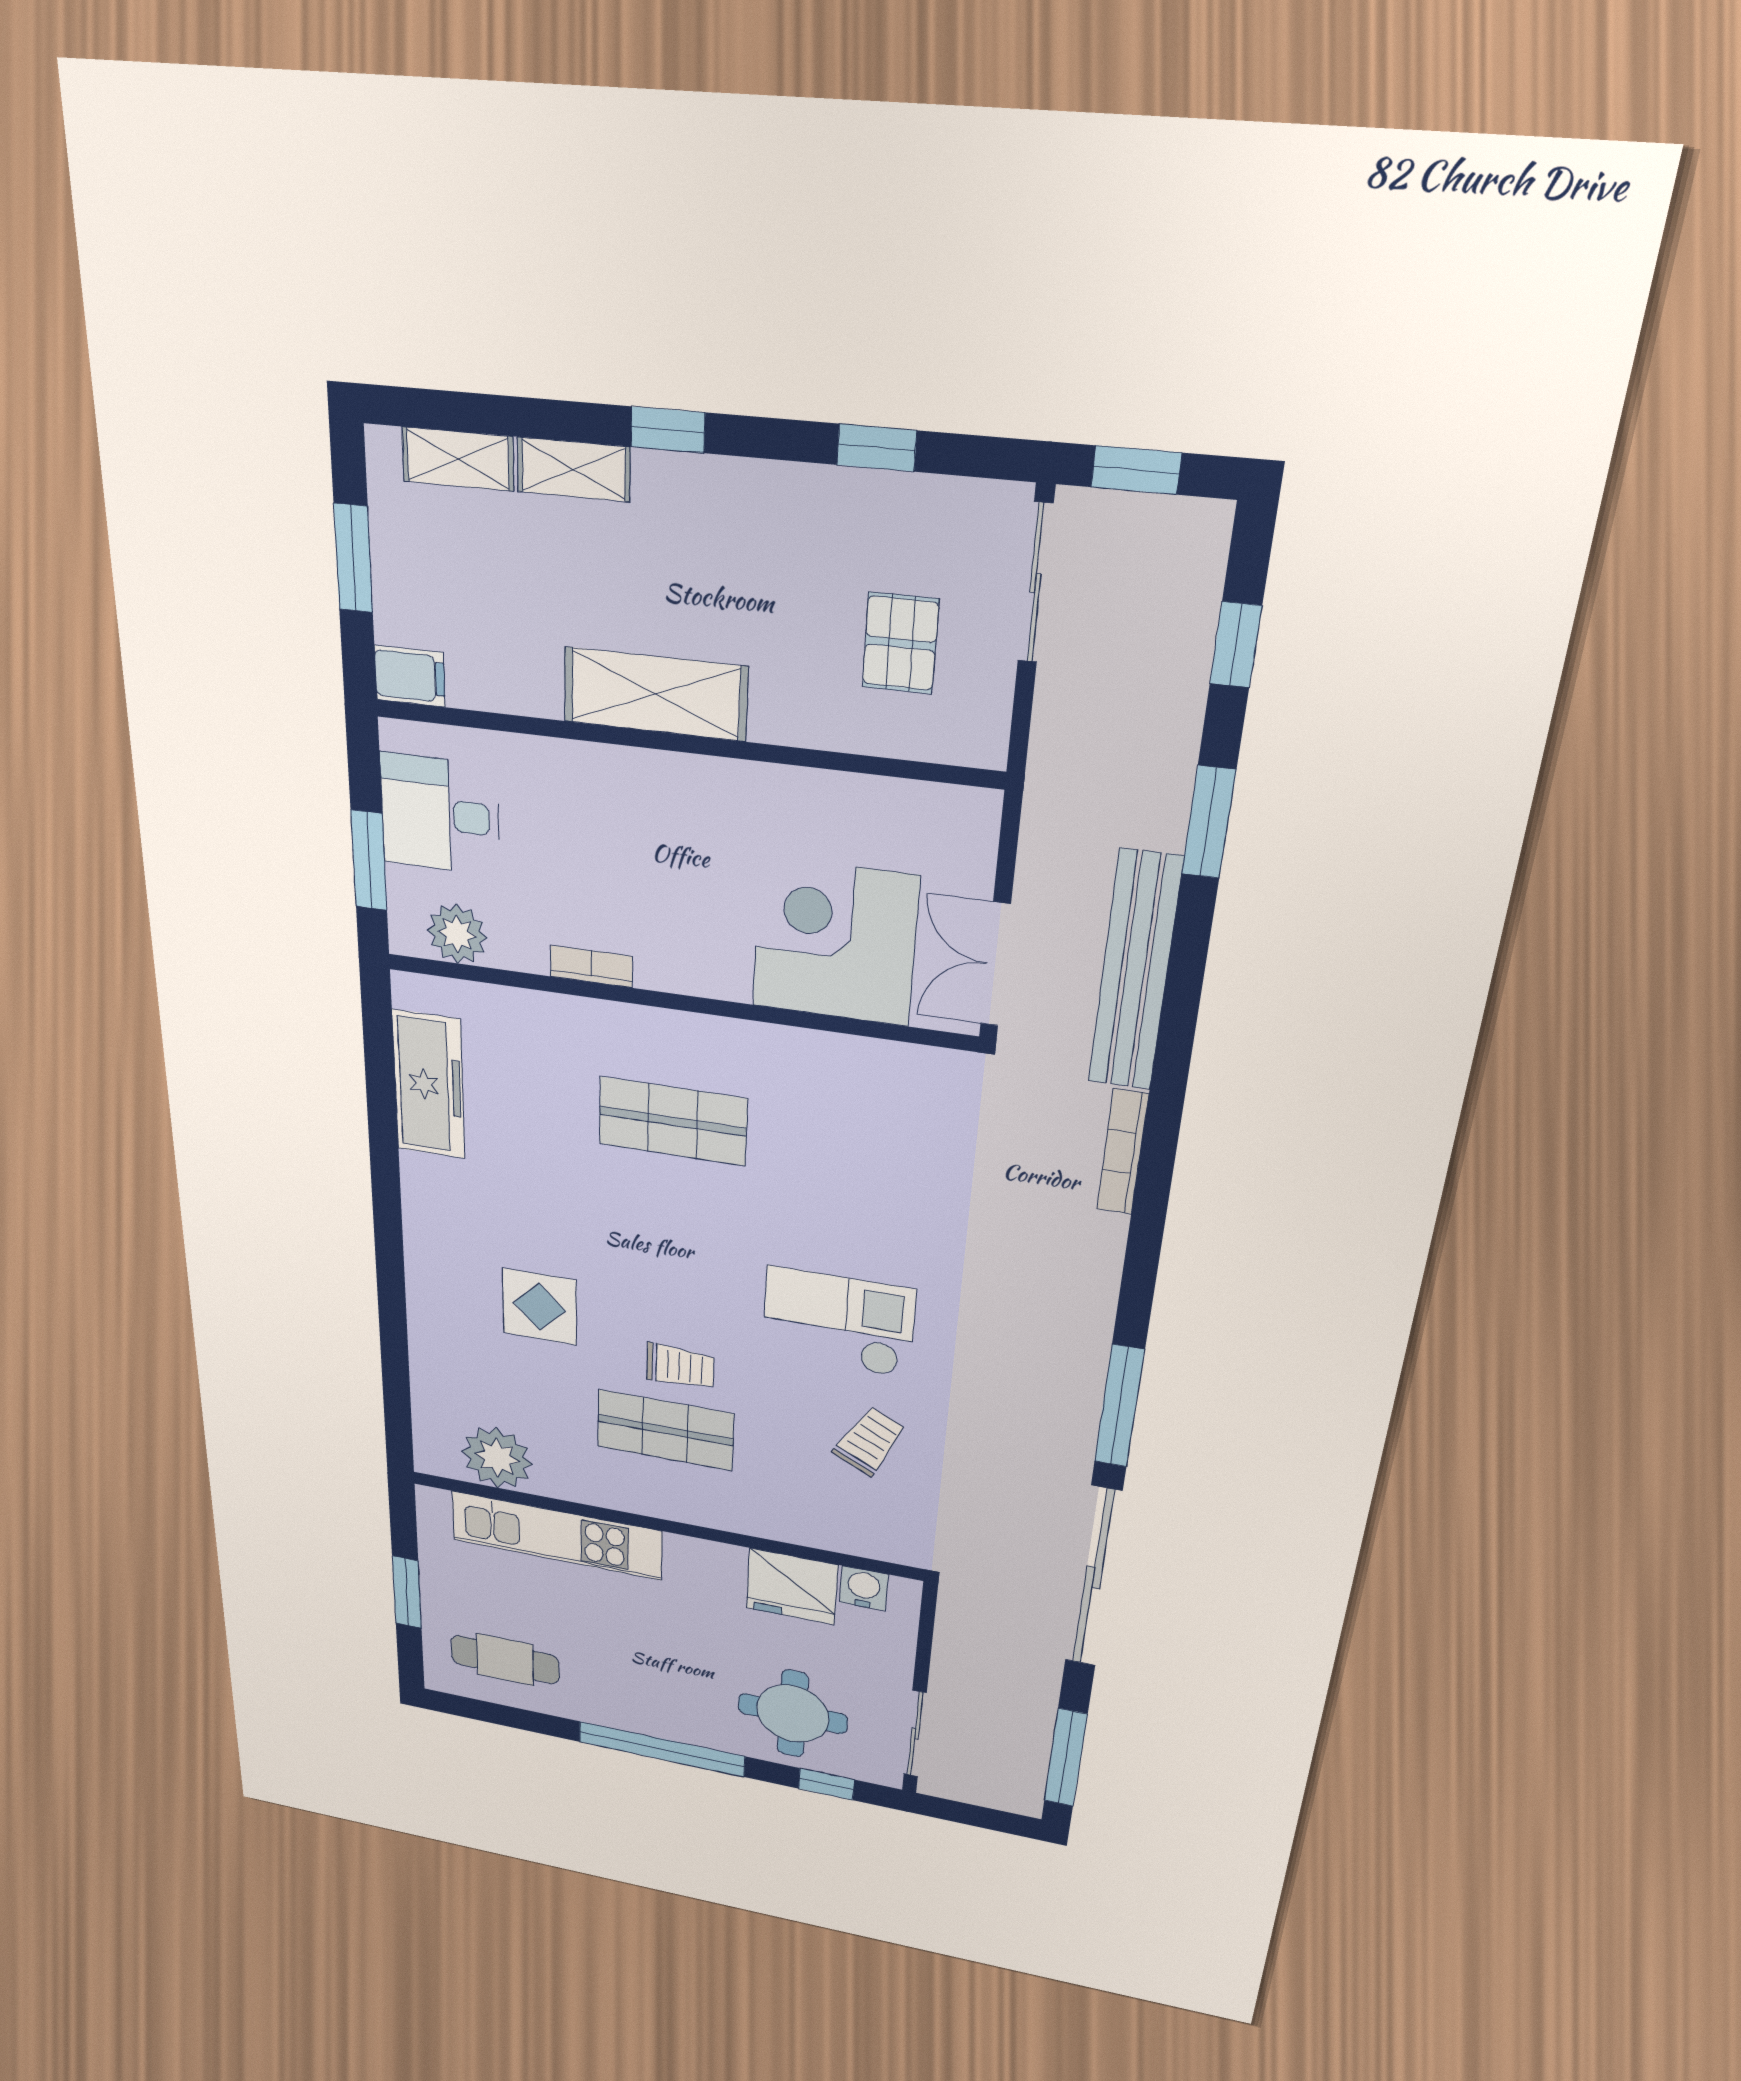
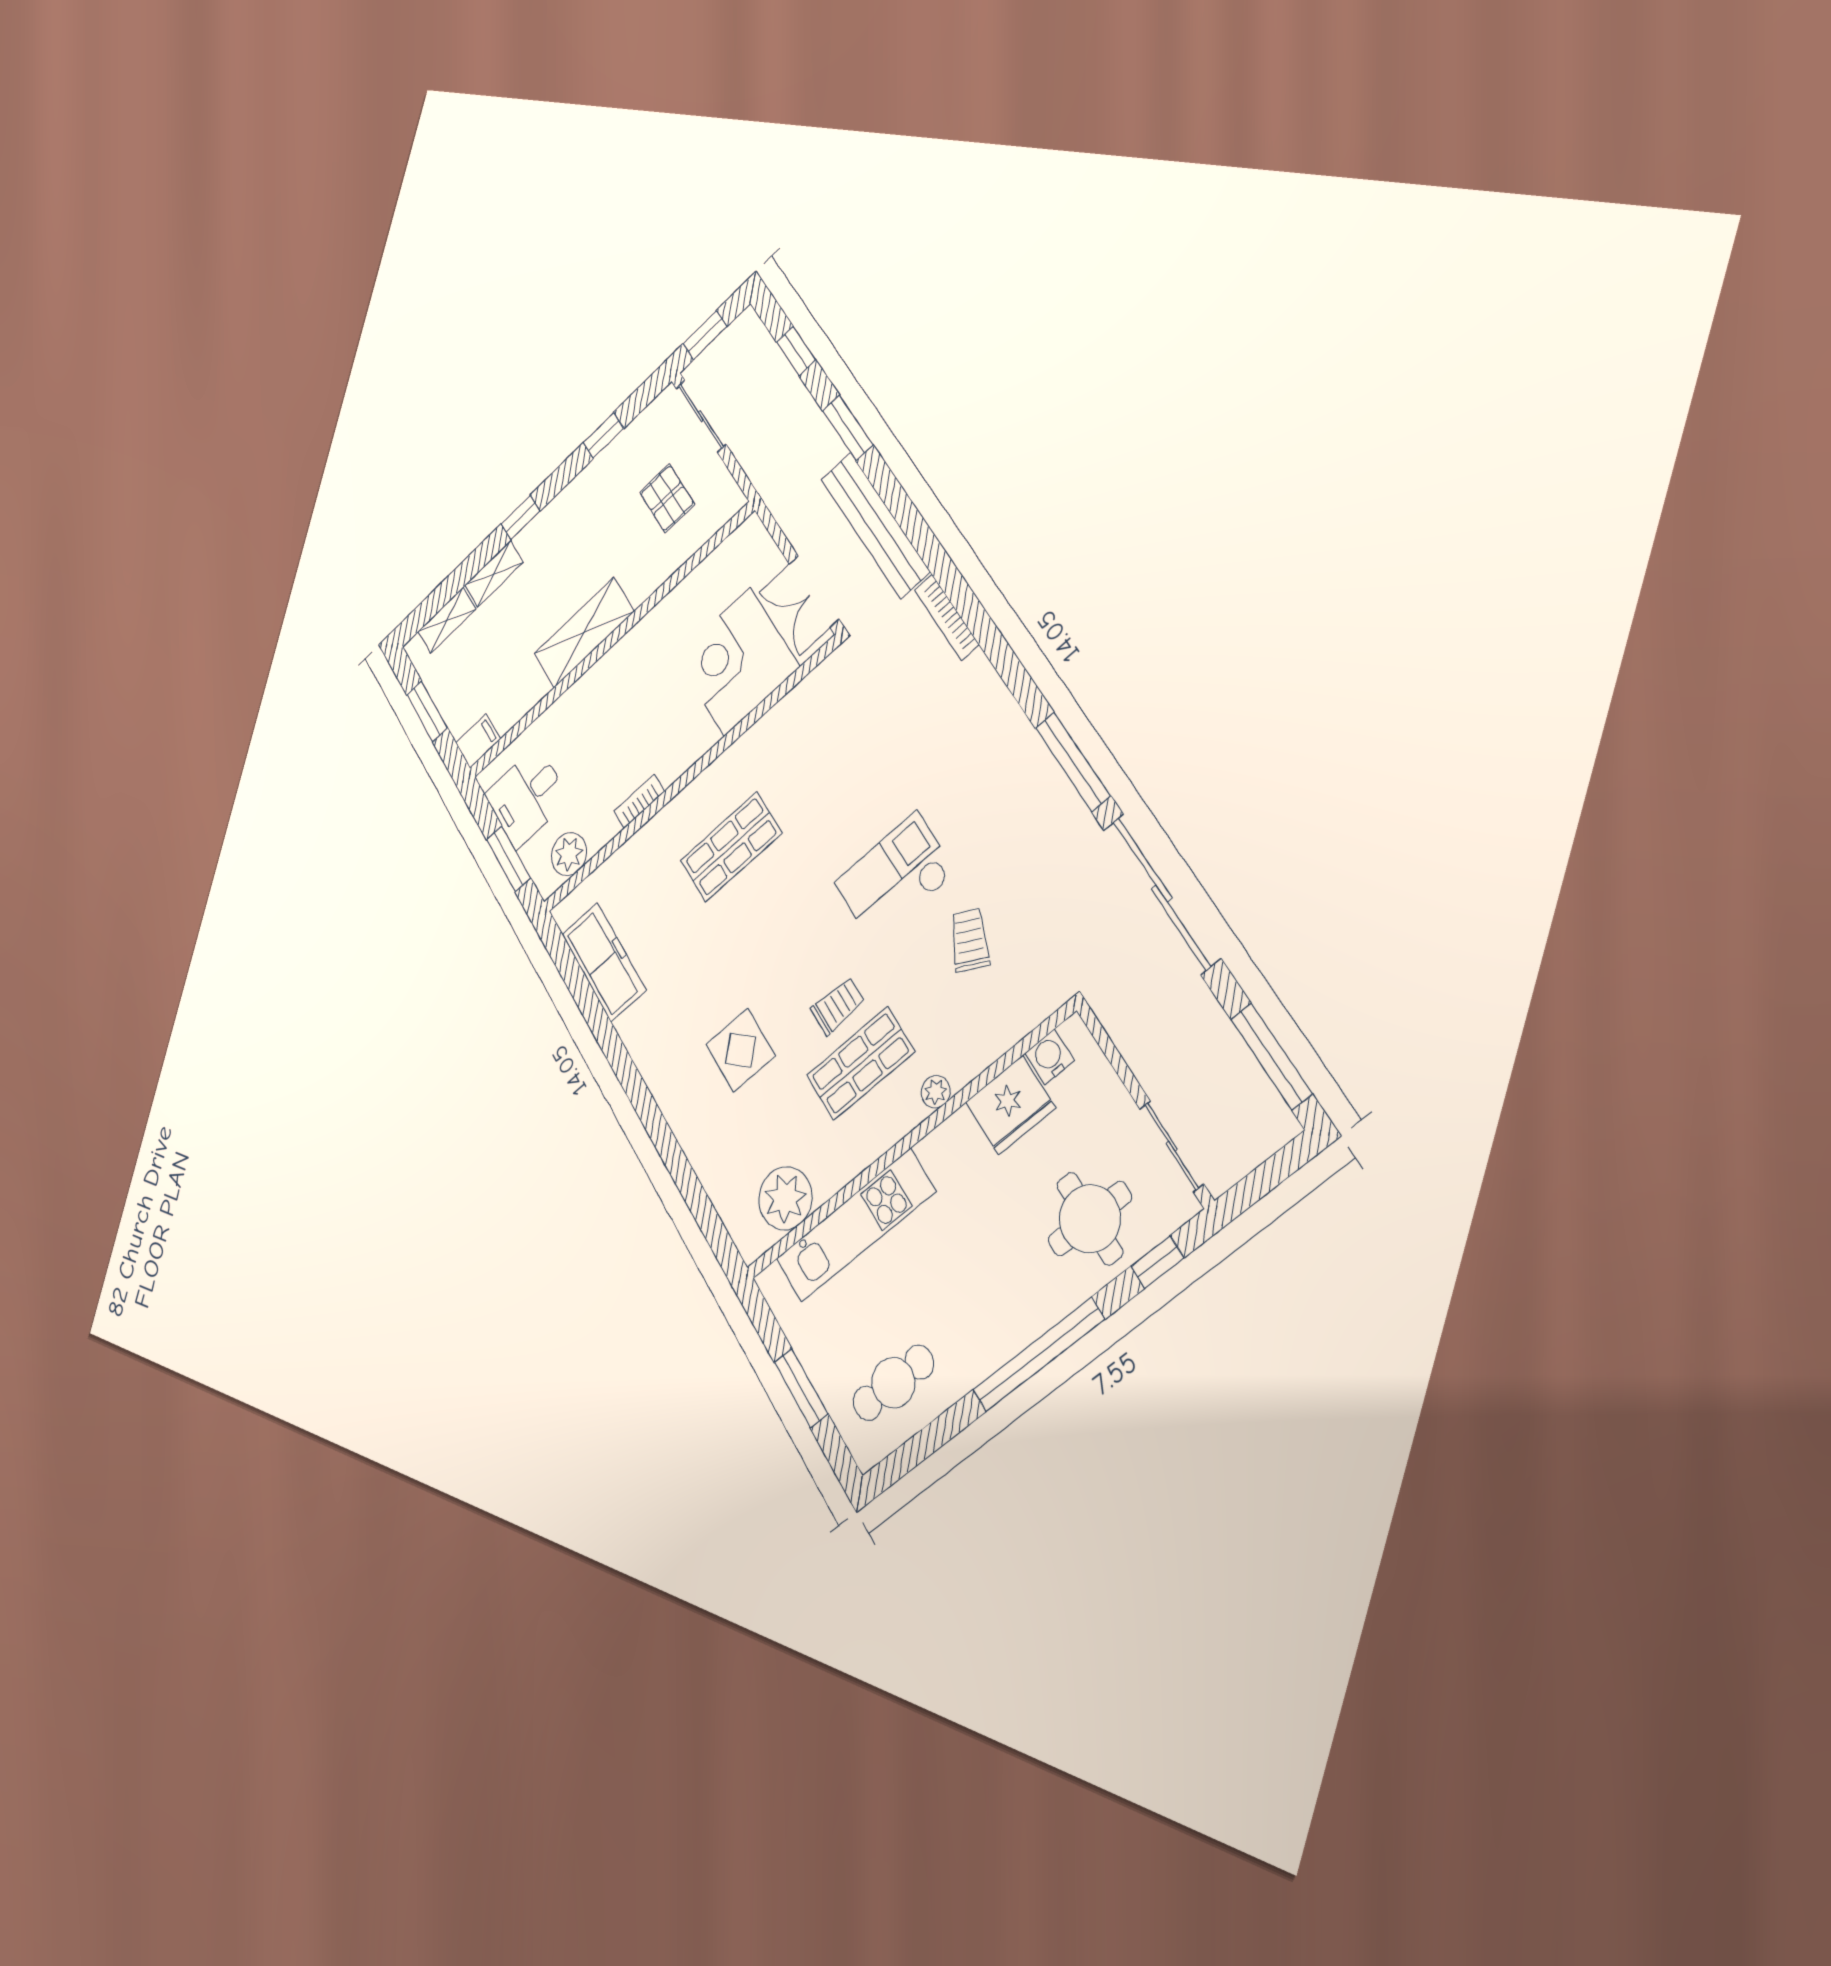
plant: (726, 1516) -> (936, 1092), added

